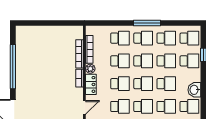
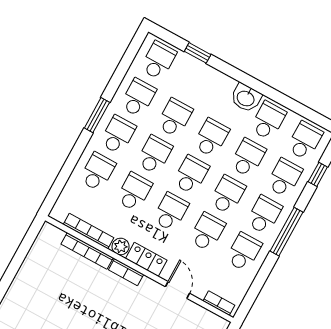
window: (147, 23) -> (97, 115), width x0.69
school desk: (189, 61) -> (195, 81), removed

